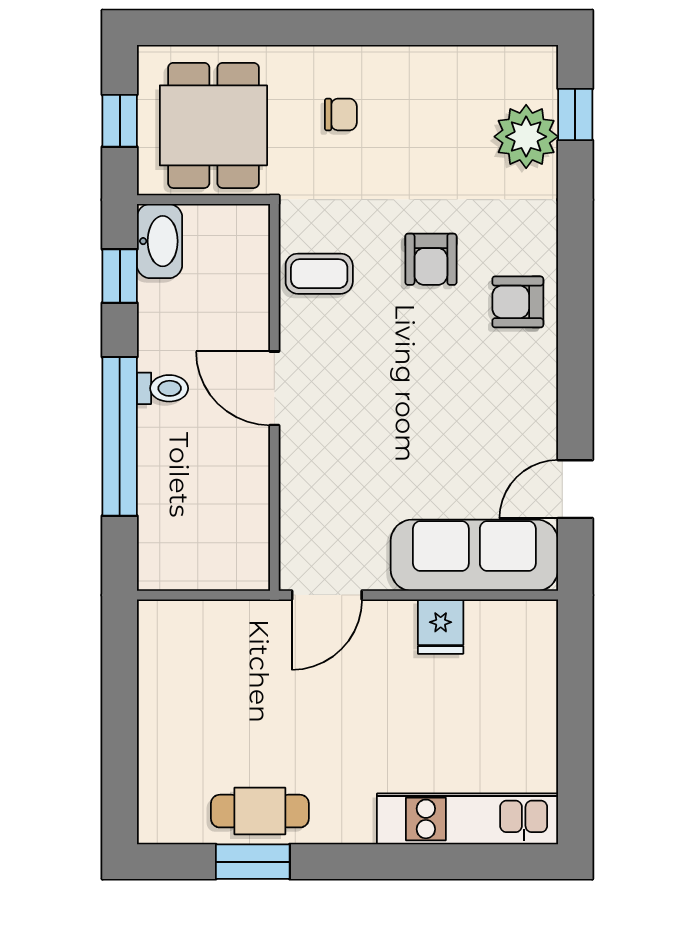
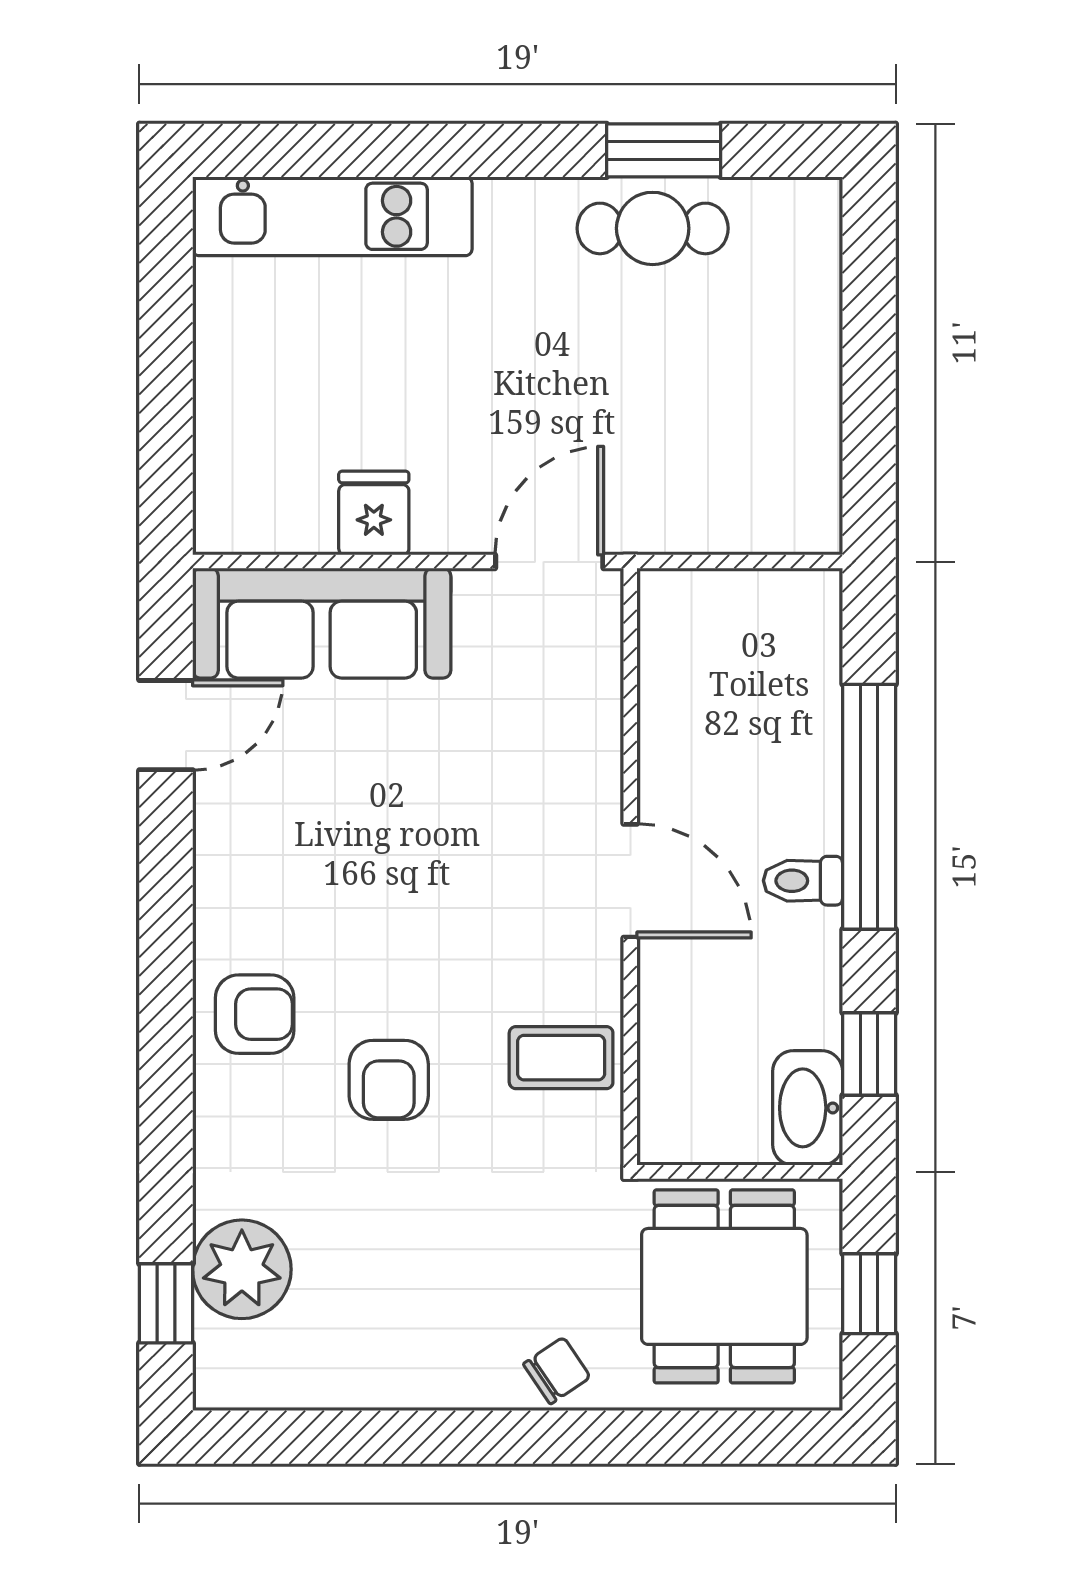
chair: (341, 114) -> (557, 1371), moved, turned 146
armchair: (431, 259) -> (389, 1080), turned 180

